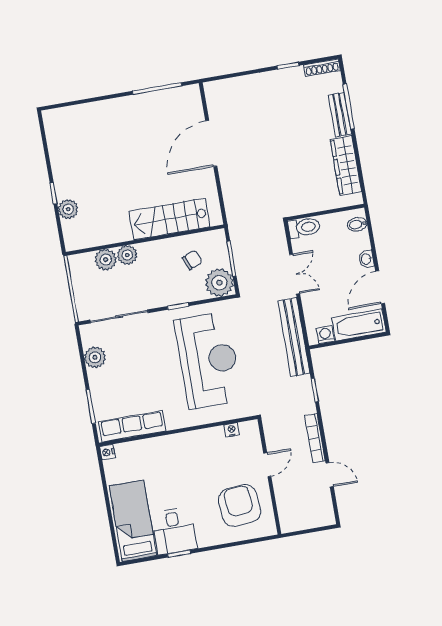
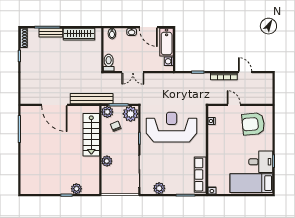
plant: (106, 260) -> (107, 112), moved
double door: (295, 274) -> (133, 72), swing flipped
bench: (294, 337) -> (92, 99), moved
door: (330, 475) -> (245, 72), hinge flipped

